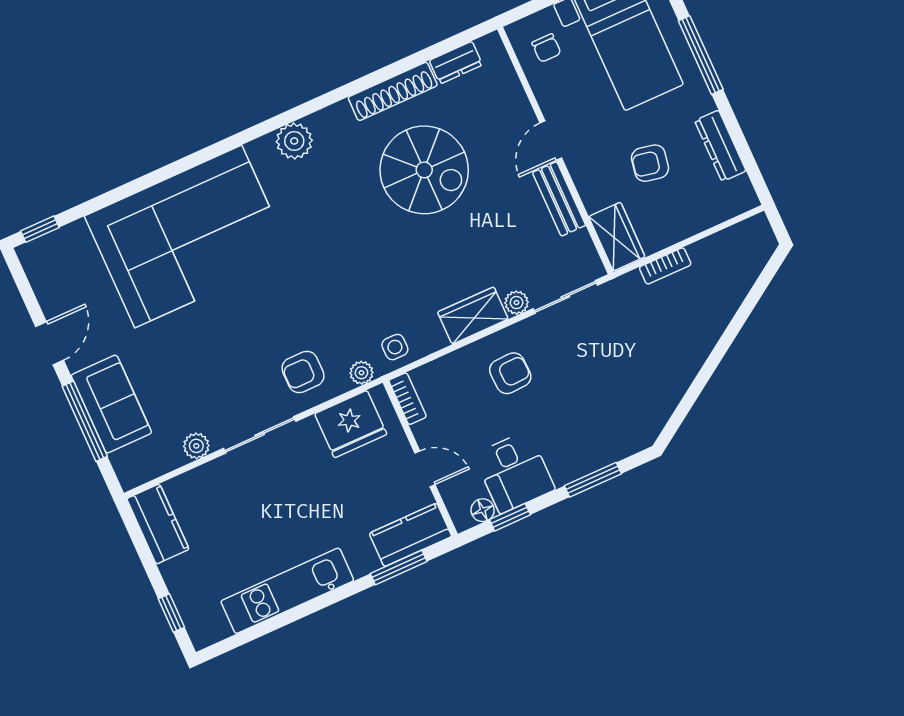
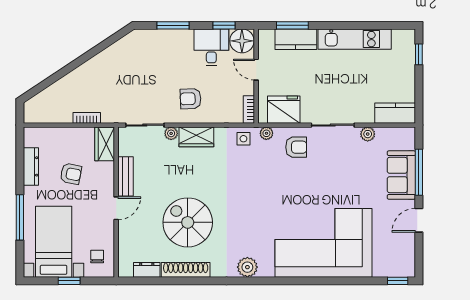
floor lamp: (483, 510) -> (242, 41), width x1.89, depth x1.89
kitchen counter: (158, 524) -> (395, 113), moved, turned 90
kitchen counter: (411, 535) -> (296, 39), moved

